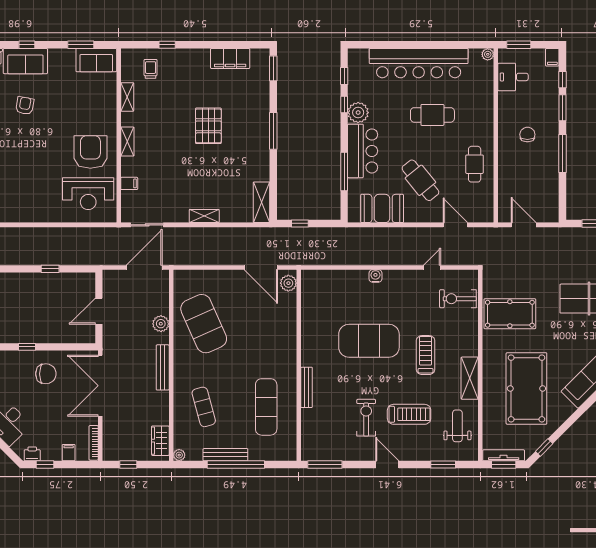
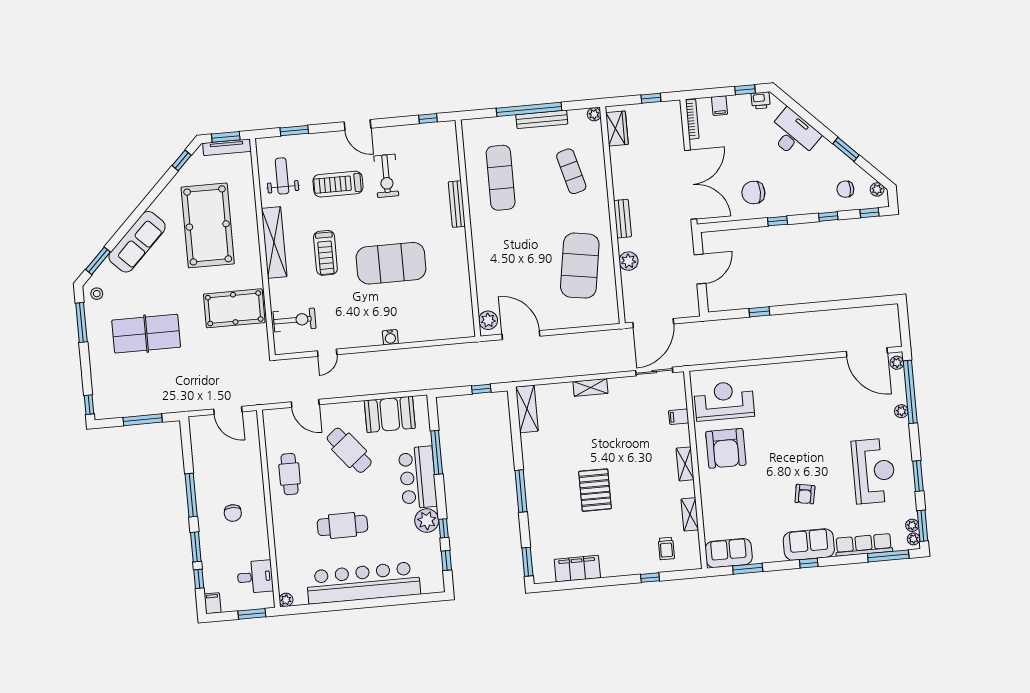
exercise mat: (204, 324) -> (580, 266), turned 33
bench: (163, 367) -> (622, 219), width x0.73
shelving: (470, 378) -> (274, 242), width x1.47
weight bench: (457, 426) -> (282, 176), turned 180
window: (325, 465) -> (428, 119), width x0.46

